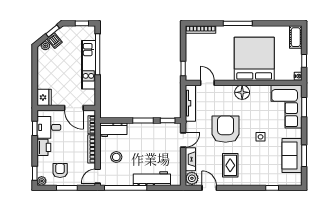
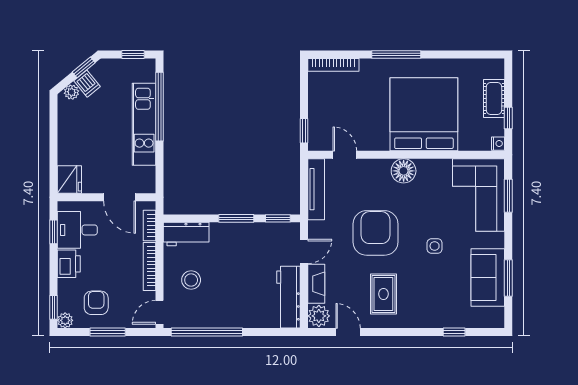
cot: (296, 37) -> (494, 99), moved
workbench: (152, 179) -> (288, 297), moved, turned -90

